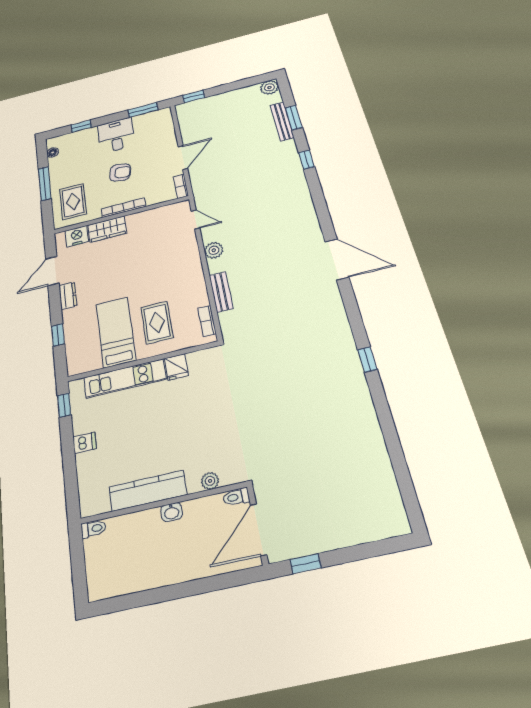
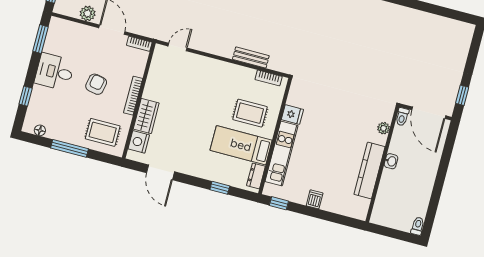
plant: (214, 250) -> (88, 13), moved
dresser: (68, 296) -> (256, 176), moved, turned -90
toilet: (93, 529) -> (418, 226), moved

